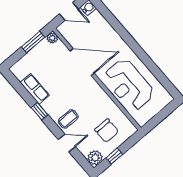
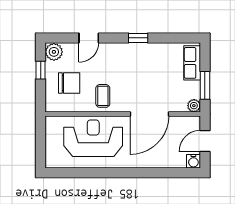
row of seats: (35, 89) -> (192, 63), moved, turned 90
coffee table: (68, 119) -> (103, 96), moved
chair: (107, 131) -> (69, 83), turned 180

